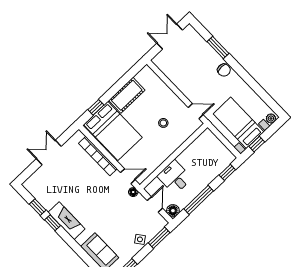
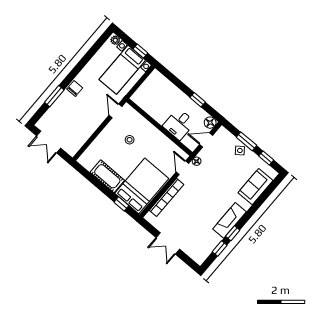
window: (227, 172) -> (169, 76), removed
window: (199, 200) -> (198, 100), width x0.46
window: (159, 238) -> (247, 141), moved

